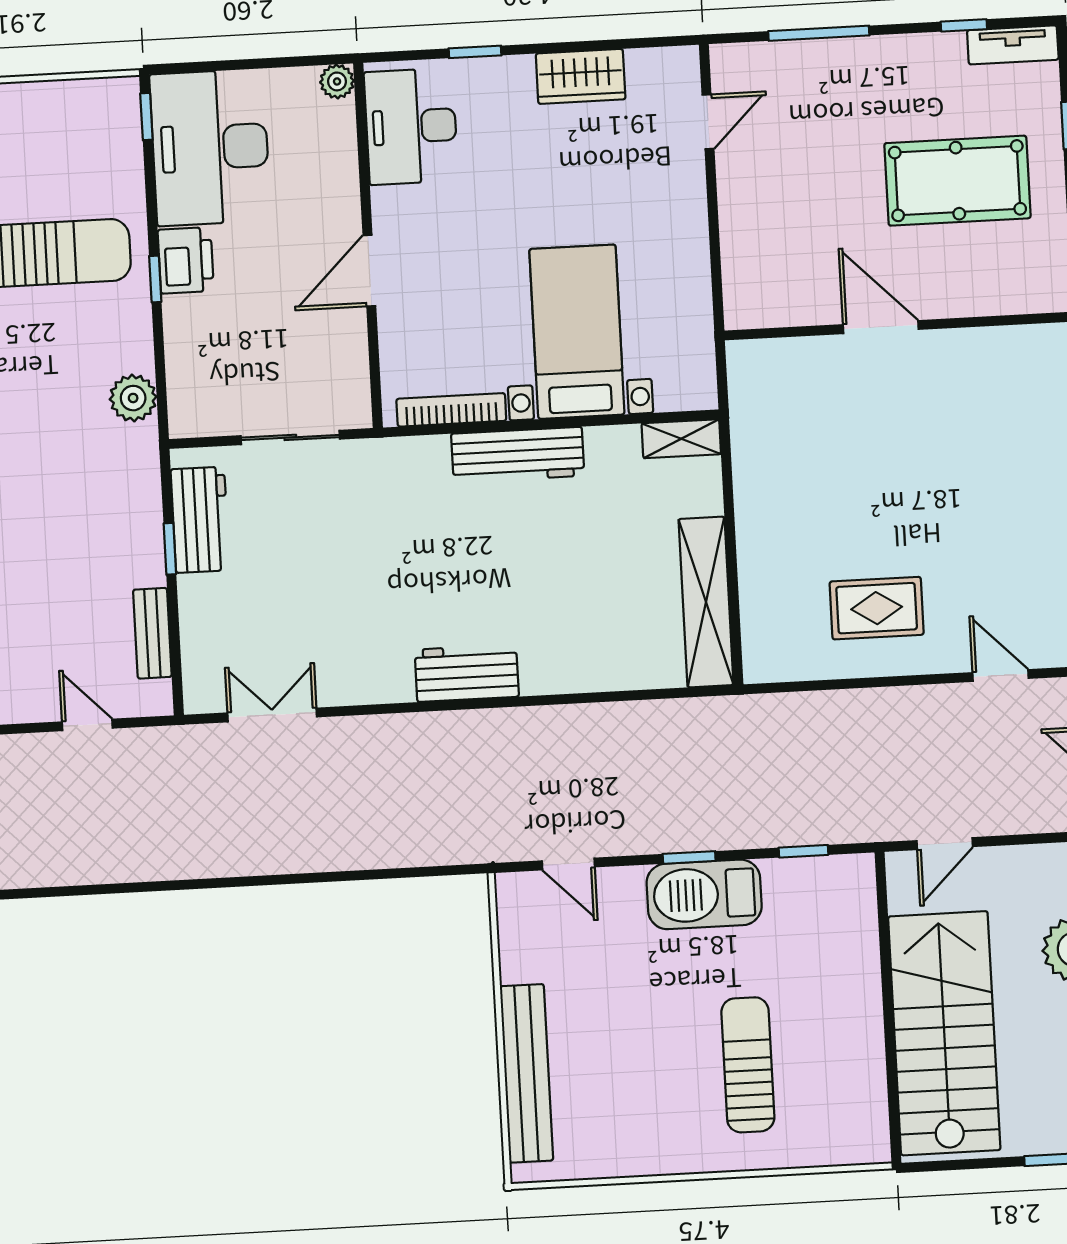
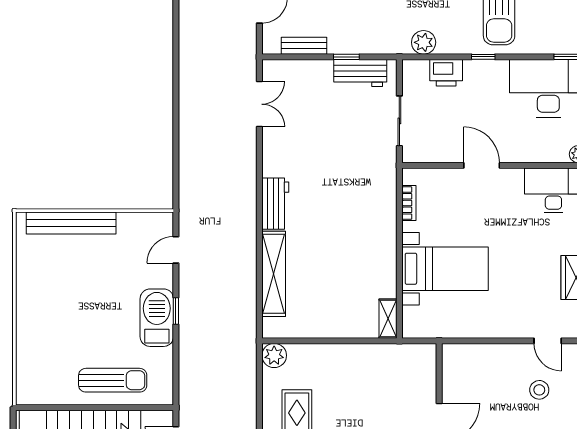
stool: (806, 133) -> (539, 390), added
printer: (186, 260) -> (446, 73), moved
bookcase: (451, 410) -> (409, 203), width x0.64
workbench: (518, 455) -> (384, 235), removed
shelving: (706, 602) -> (274, 274), moved, turned 90
plant: (766, 659) -> (274, 355), added
window: (803, 851) -> (176, 369), removed
sun lounger: (748, 1065) -> (113, 380), moved

